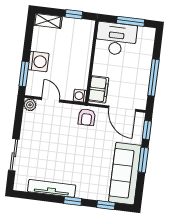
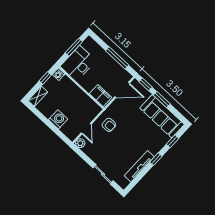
window: (24, 74) -> (59, 133), removed
washing machine: (80, 96) -> (59, 74), moved
door: (51, 100) -> (86, 129), swing flipped
armchair: (87, 117) -> (109, 125), moved

